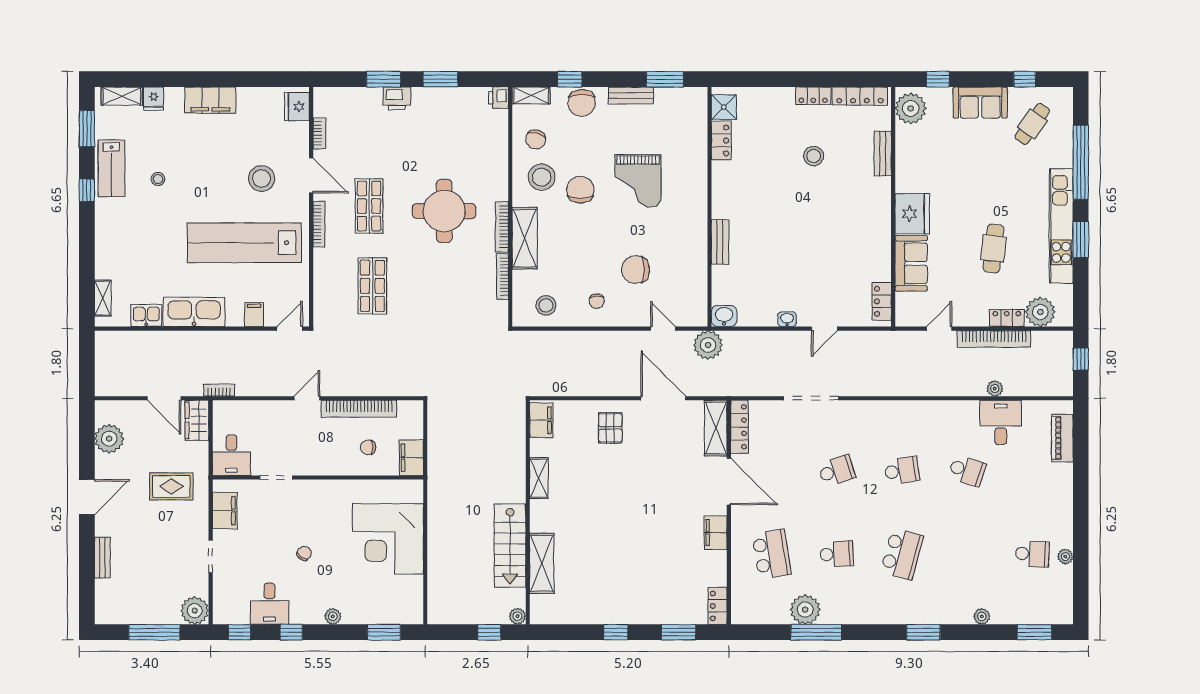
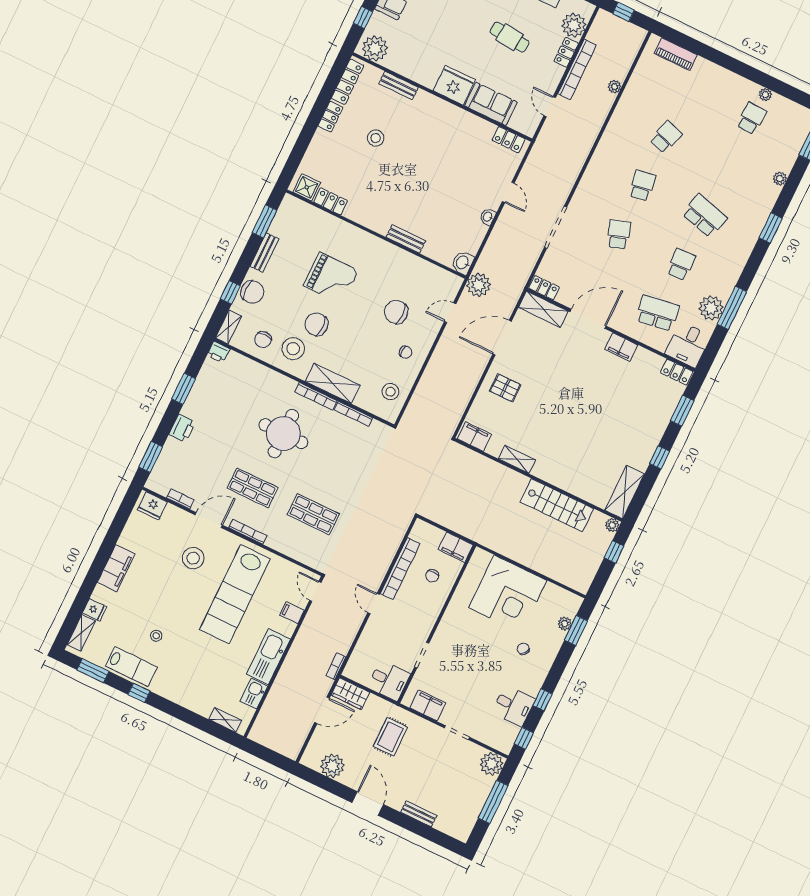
window: (384, 79) -> (151, 457), moved
chair: (536, 139) -> (263, 340), turned 76
chair: (636, 270) -> (396, 312), turned 90
desk: (1001, 422) -> (688, 345), moved, turned -90
locker: (740, 427) -> (544, 288), width x0.66
chair: (304, 553) -> (523, 649), moved
shelving: (542, 563) -> (625, 492), moved, turned 90
plant: (333, 616) -> (565, 624), moved

